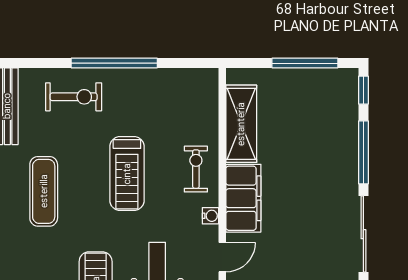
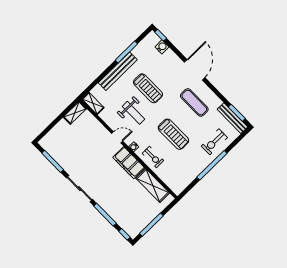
treadmill: (127, 174) -> (173, 134), turned 180
door: (222, 257) -> (117, 137), swing flipped

